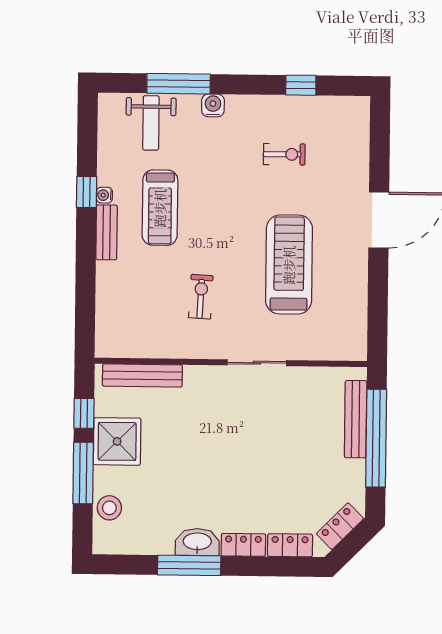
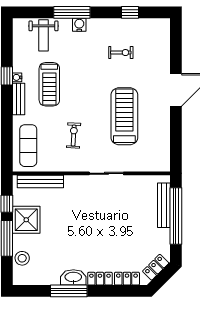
window: (179, 84) -> (72, 12), moved
exercise mat: (122, 313) -> (28, 146), added

